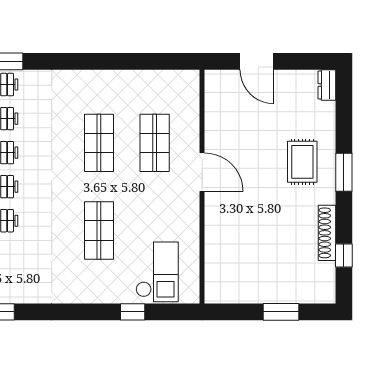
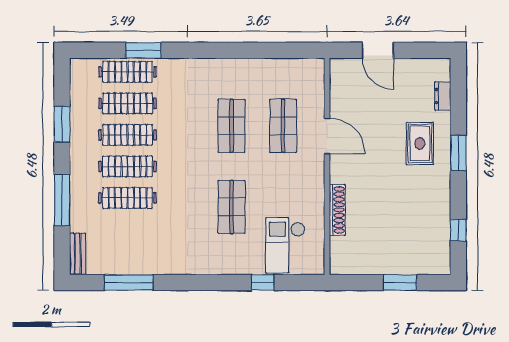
dresser: (327, 85) -> (443, 96), moved
door: (202, 172) -> (327, 136), moved
shoe rack: (327, 233) -> (337, 210), moved, turned 180
checkout: (157, 272) -> (285, 245), turned 180

